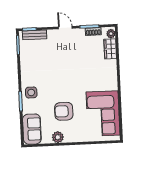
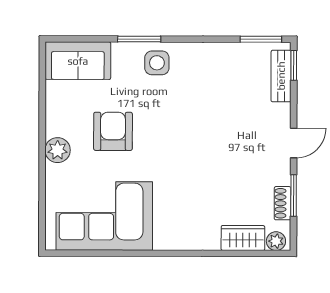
plant: (58, 137) -> (58, 150), moved

